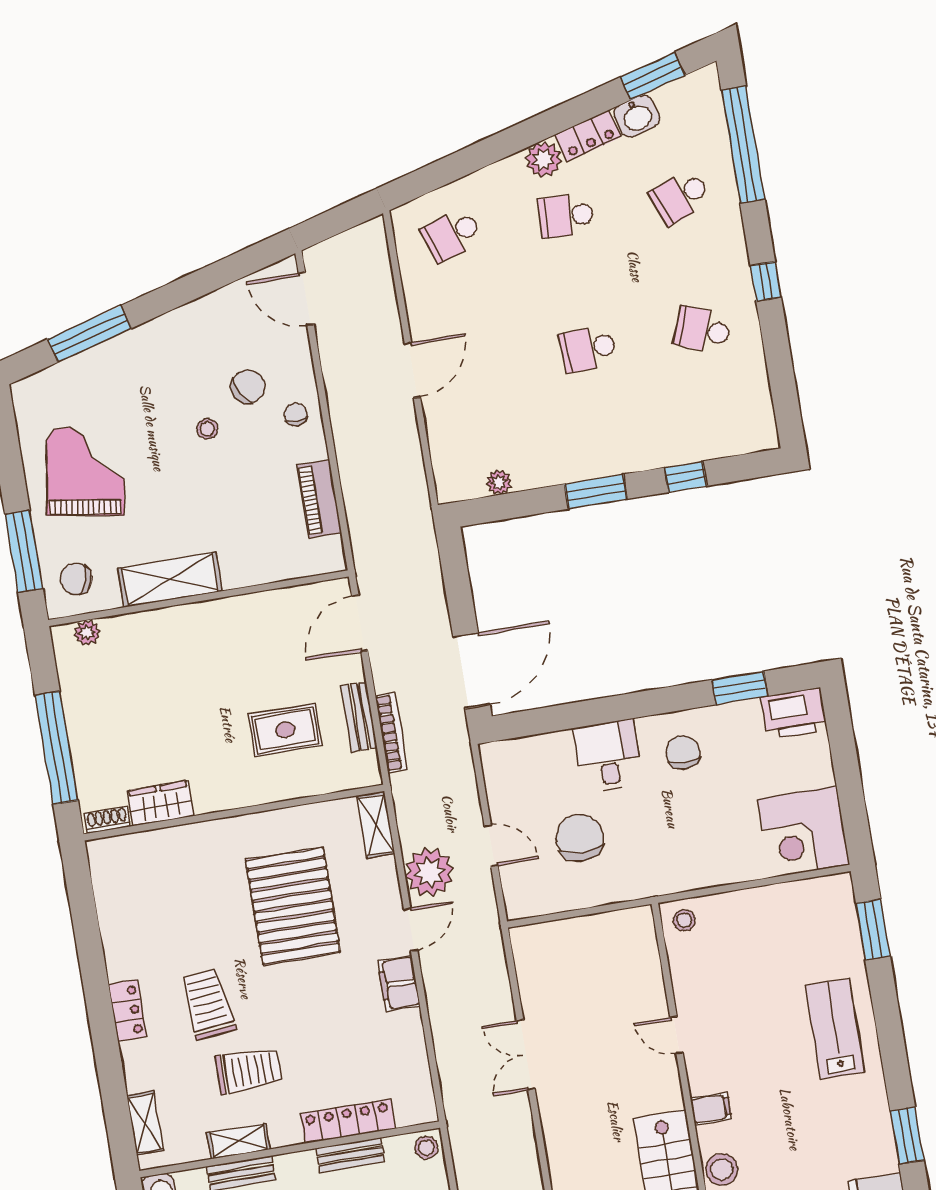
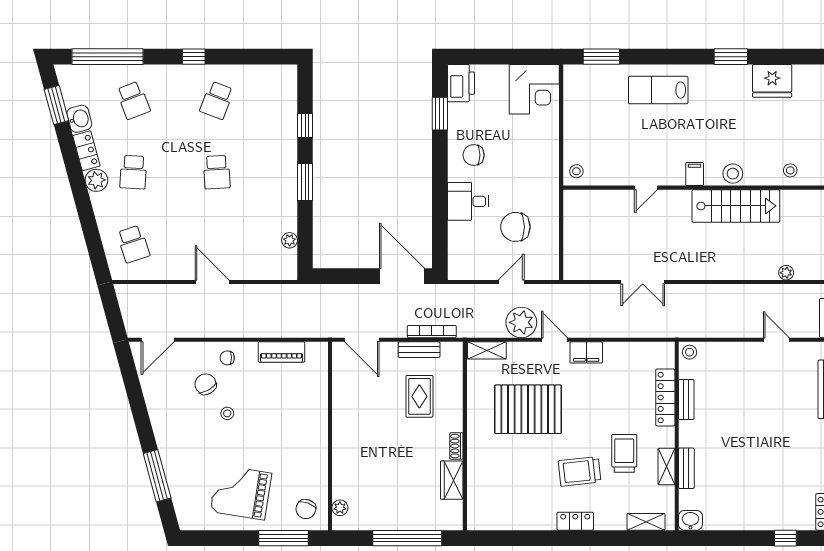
shelving: (170, 580) -> (316, 451), removed
shoe rack: (107, 820) -> (456, 446), moved

